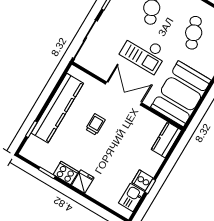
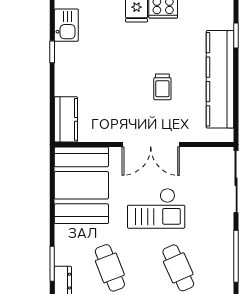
checkout: (144, 52) -> (156, 208), turned 180
cooker: (143, 180) -> (66, 54), removed

